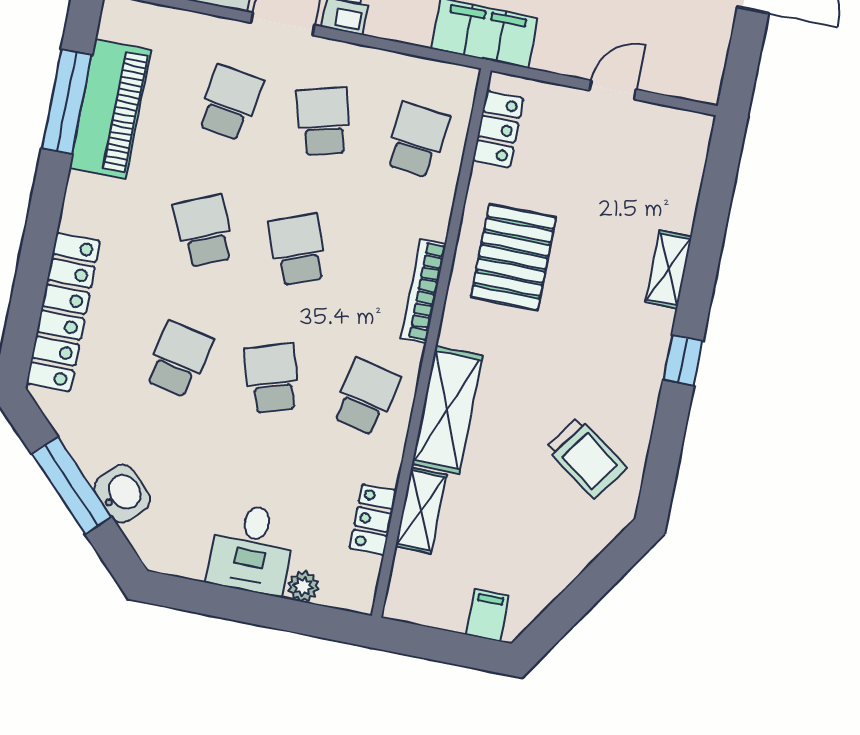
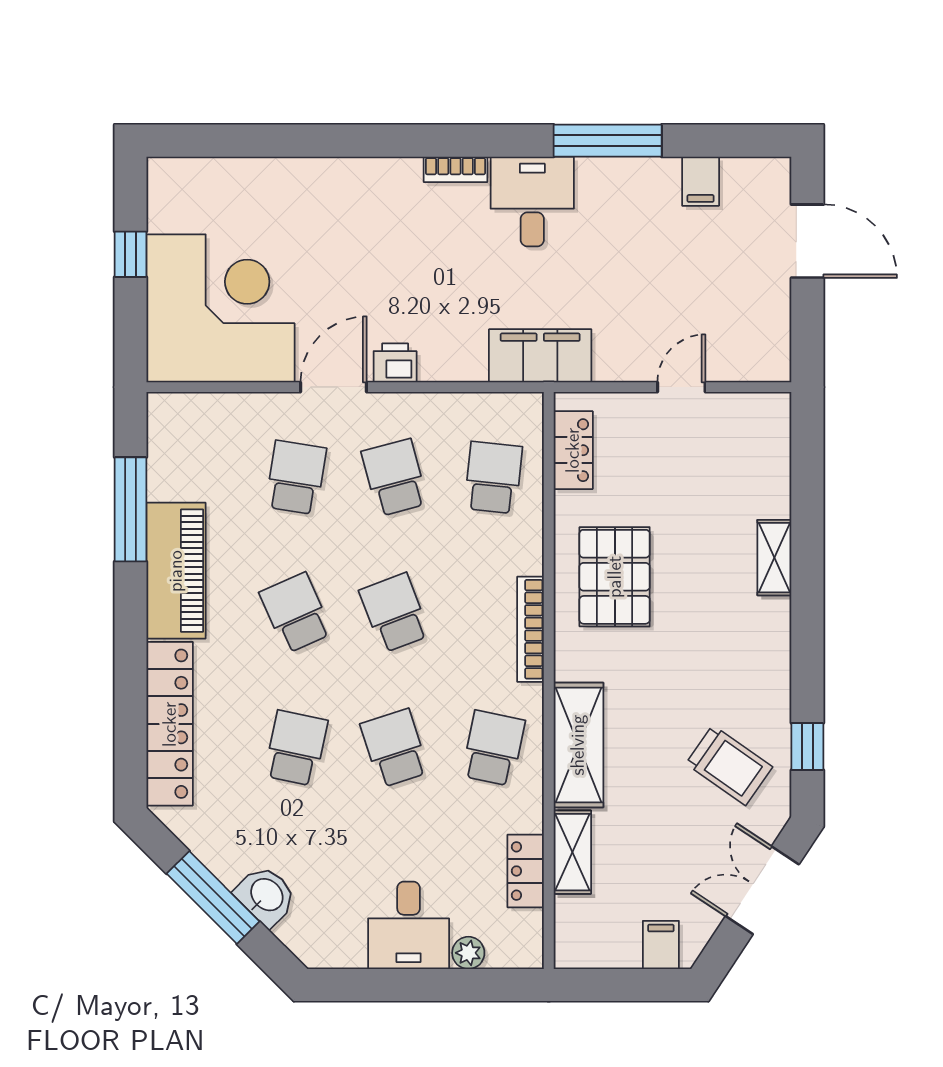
piano: (110, 109) -> (176, 571), moved
window: (683, 360) -> (807, 747), moved
double door: (594, 583) -> (762, 890), added

